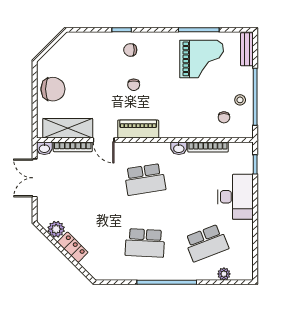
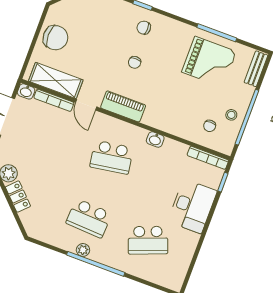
bookcase: (208, 147) -> (208, 158), moved
plant: (224, 274) -> (83, 250), moved

